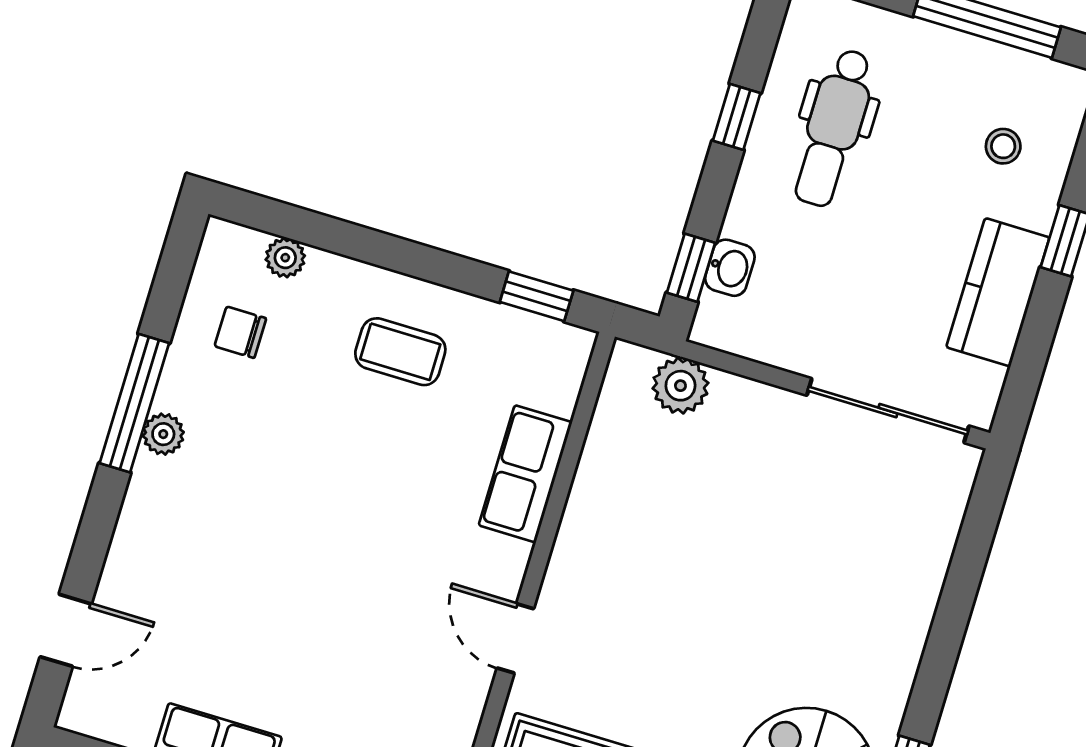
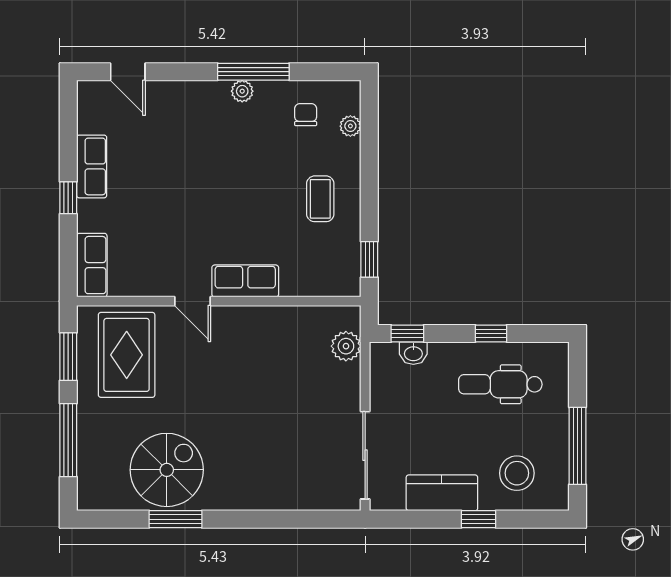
stool: (1003, 146) -> (517, 473), width x1.89, depth x1.89
row of seats: (525, 474) -> (245, 281), moved
door: (515, 638) -> (192, 301), swing flipped

